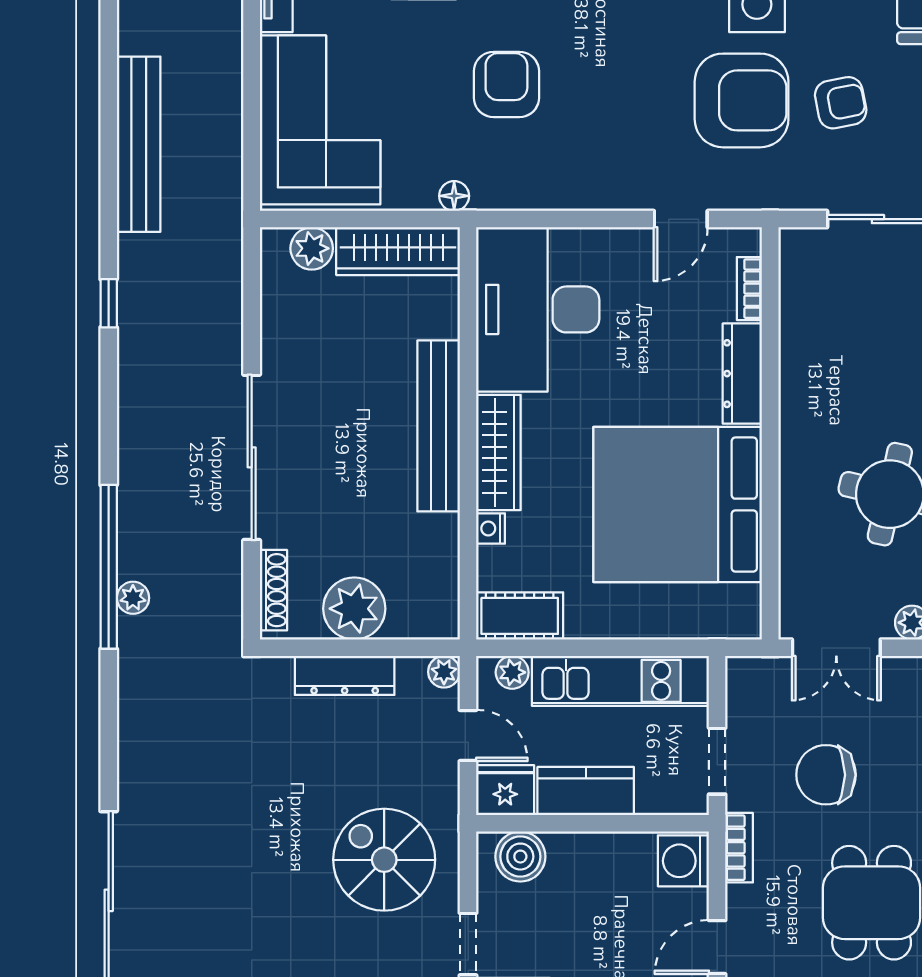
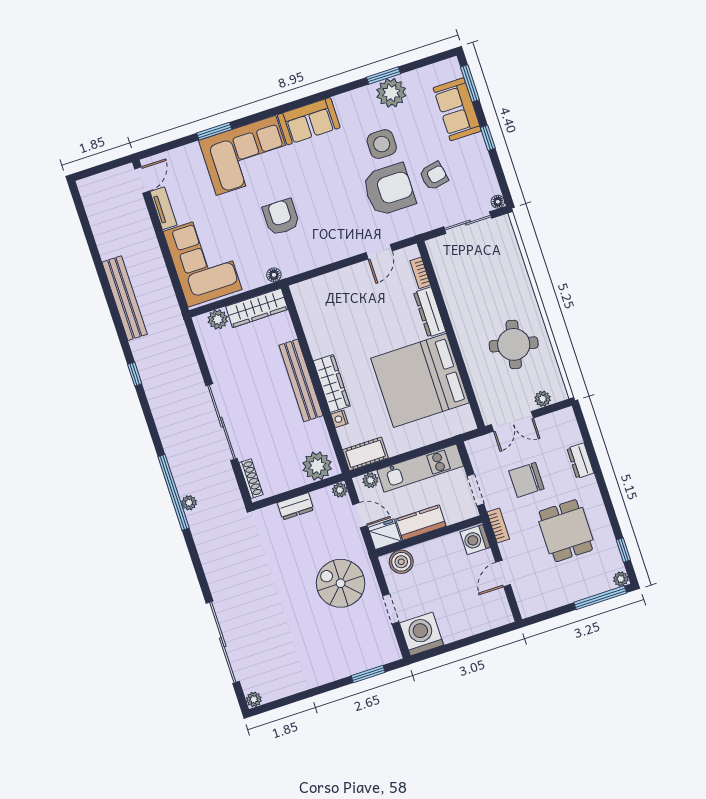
desk: (538, 309) -> (328, 313), removed
plant: (354, 609) -> (317, 466), moved
dresser: (345, 675) -> (296, 506), width x0.70

